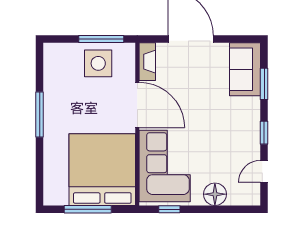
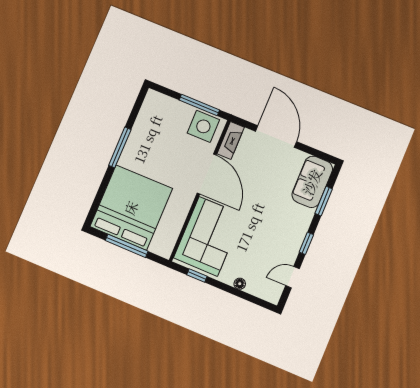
side table: (98, 63) -> (203, 126), moved
bed: (102, 170) -> (131, 208), moved
floor lamp: (215, 194) -> (240, 284), width x0.53, depth x0.53

